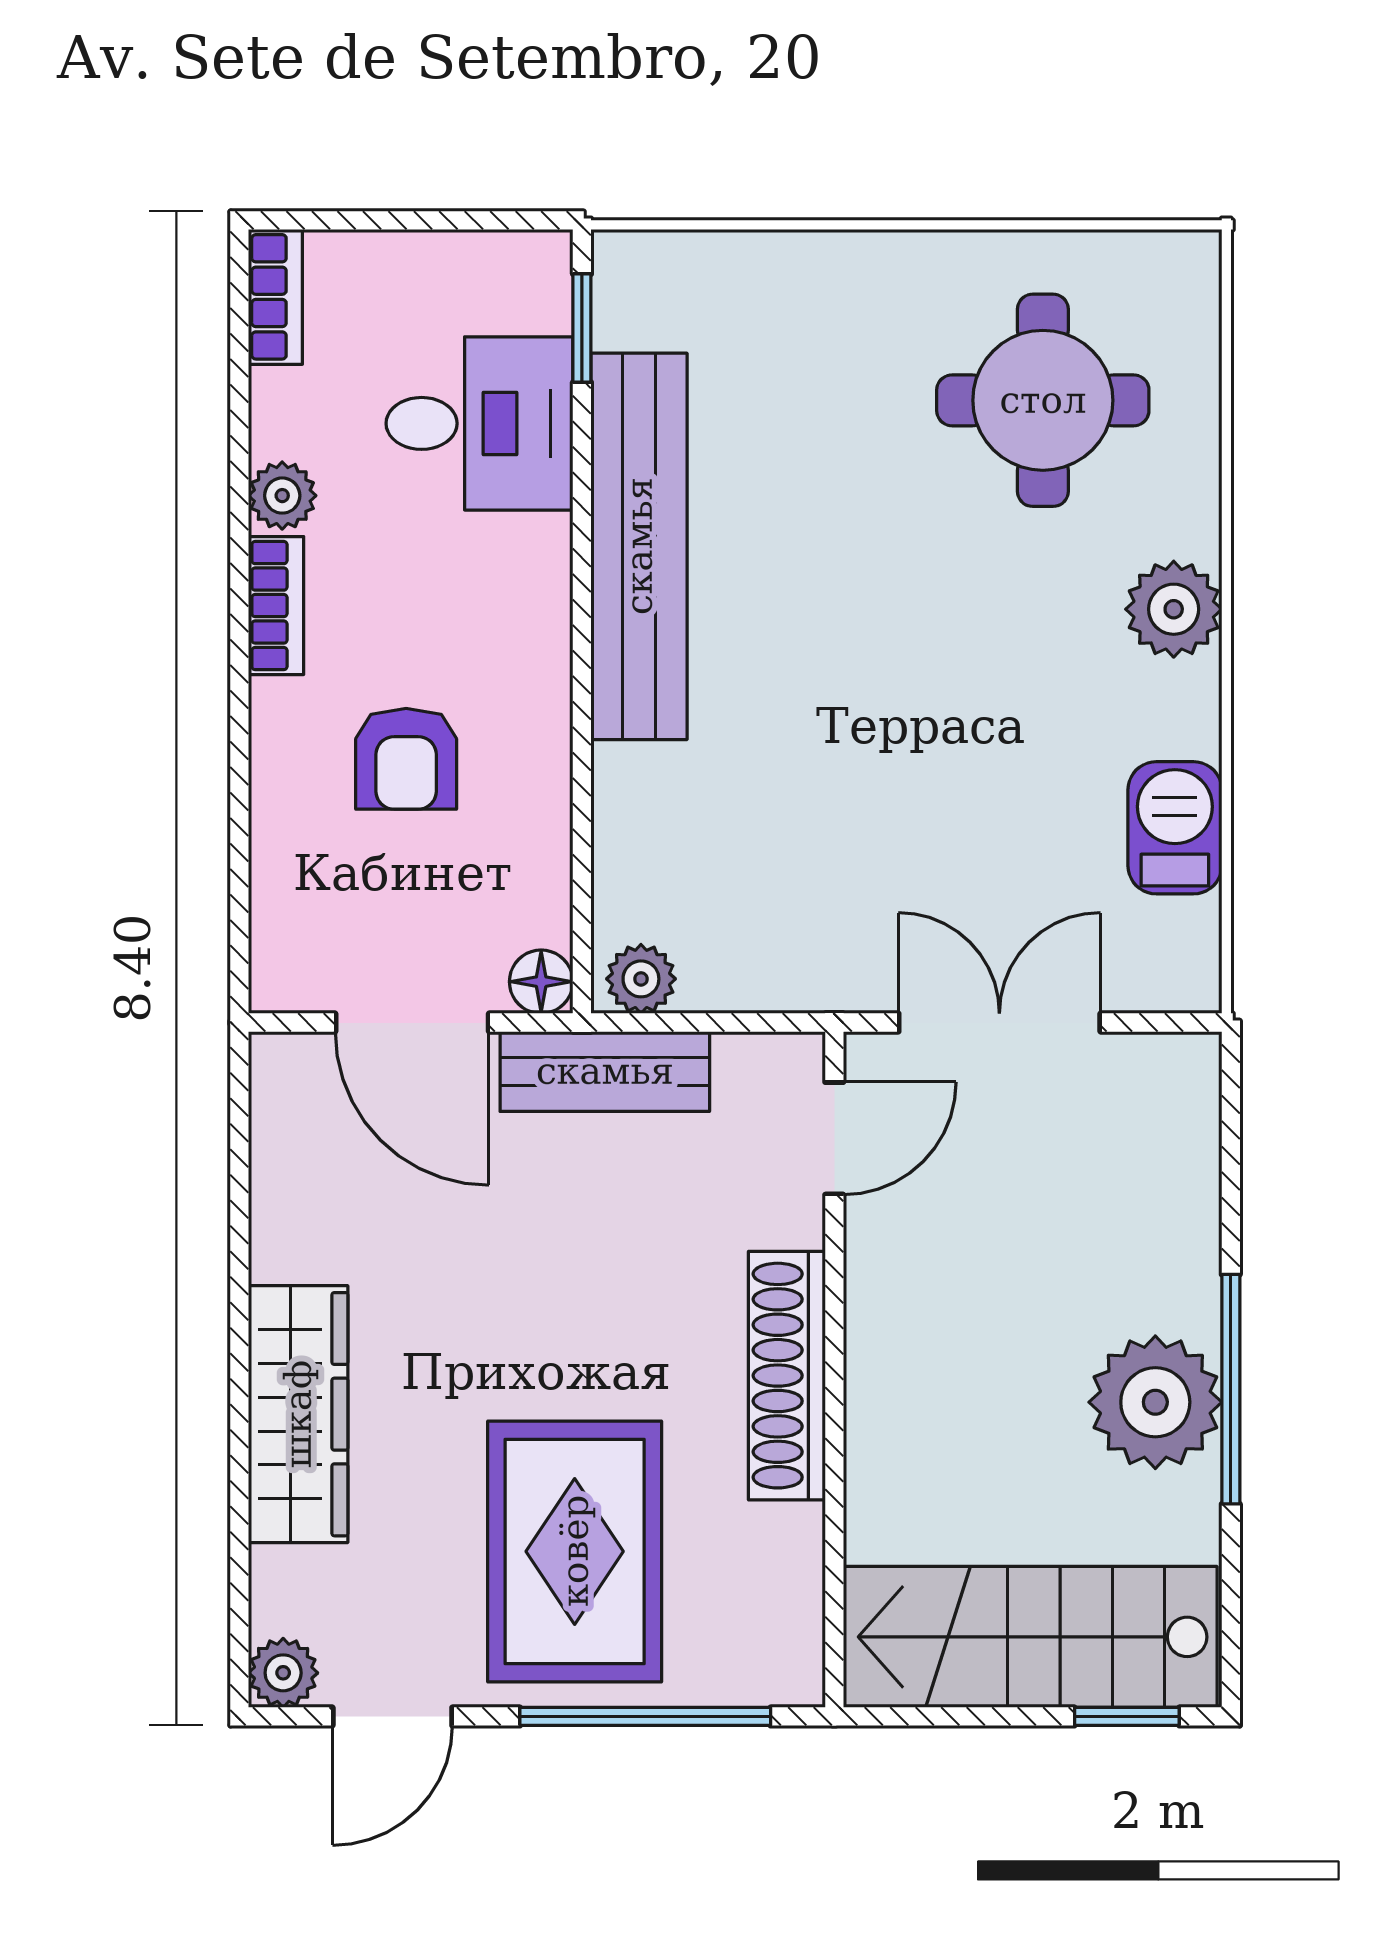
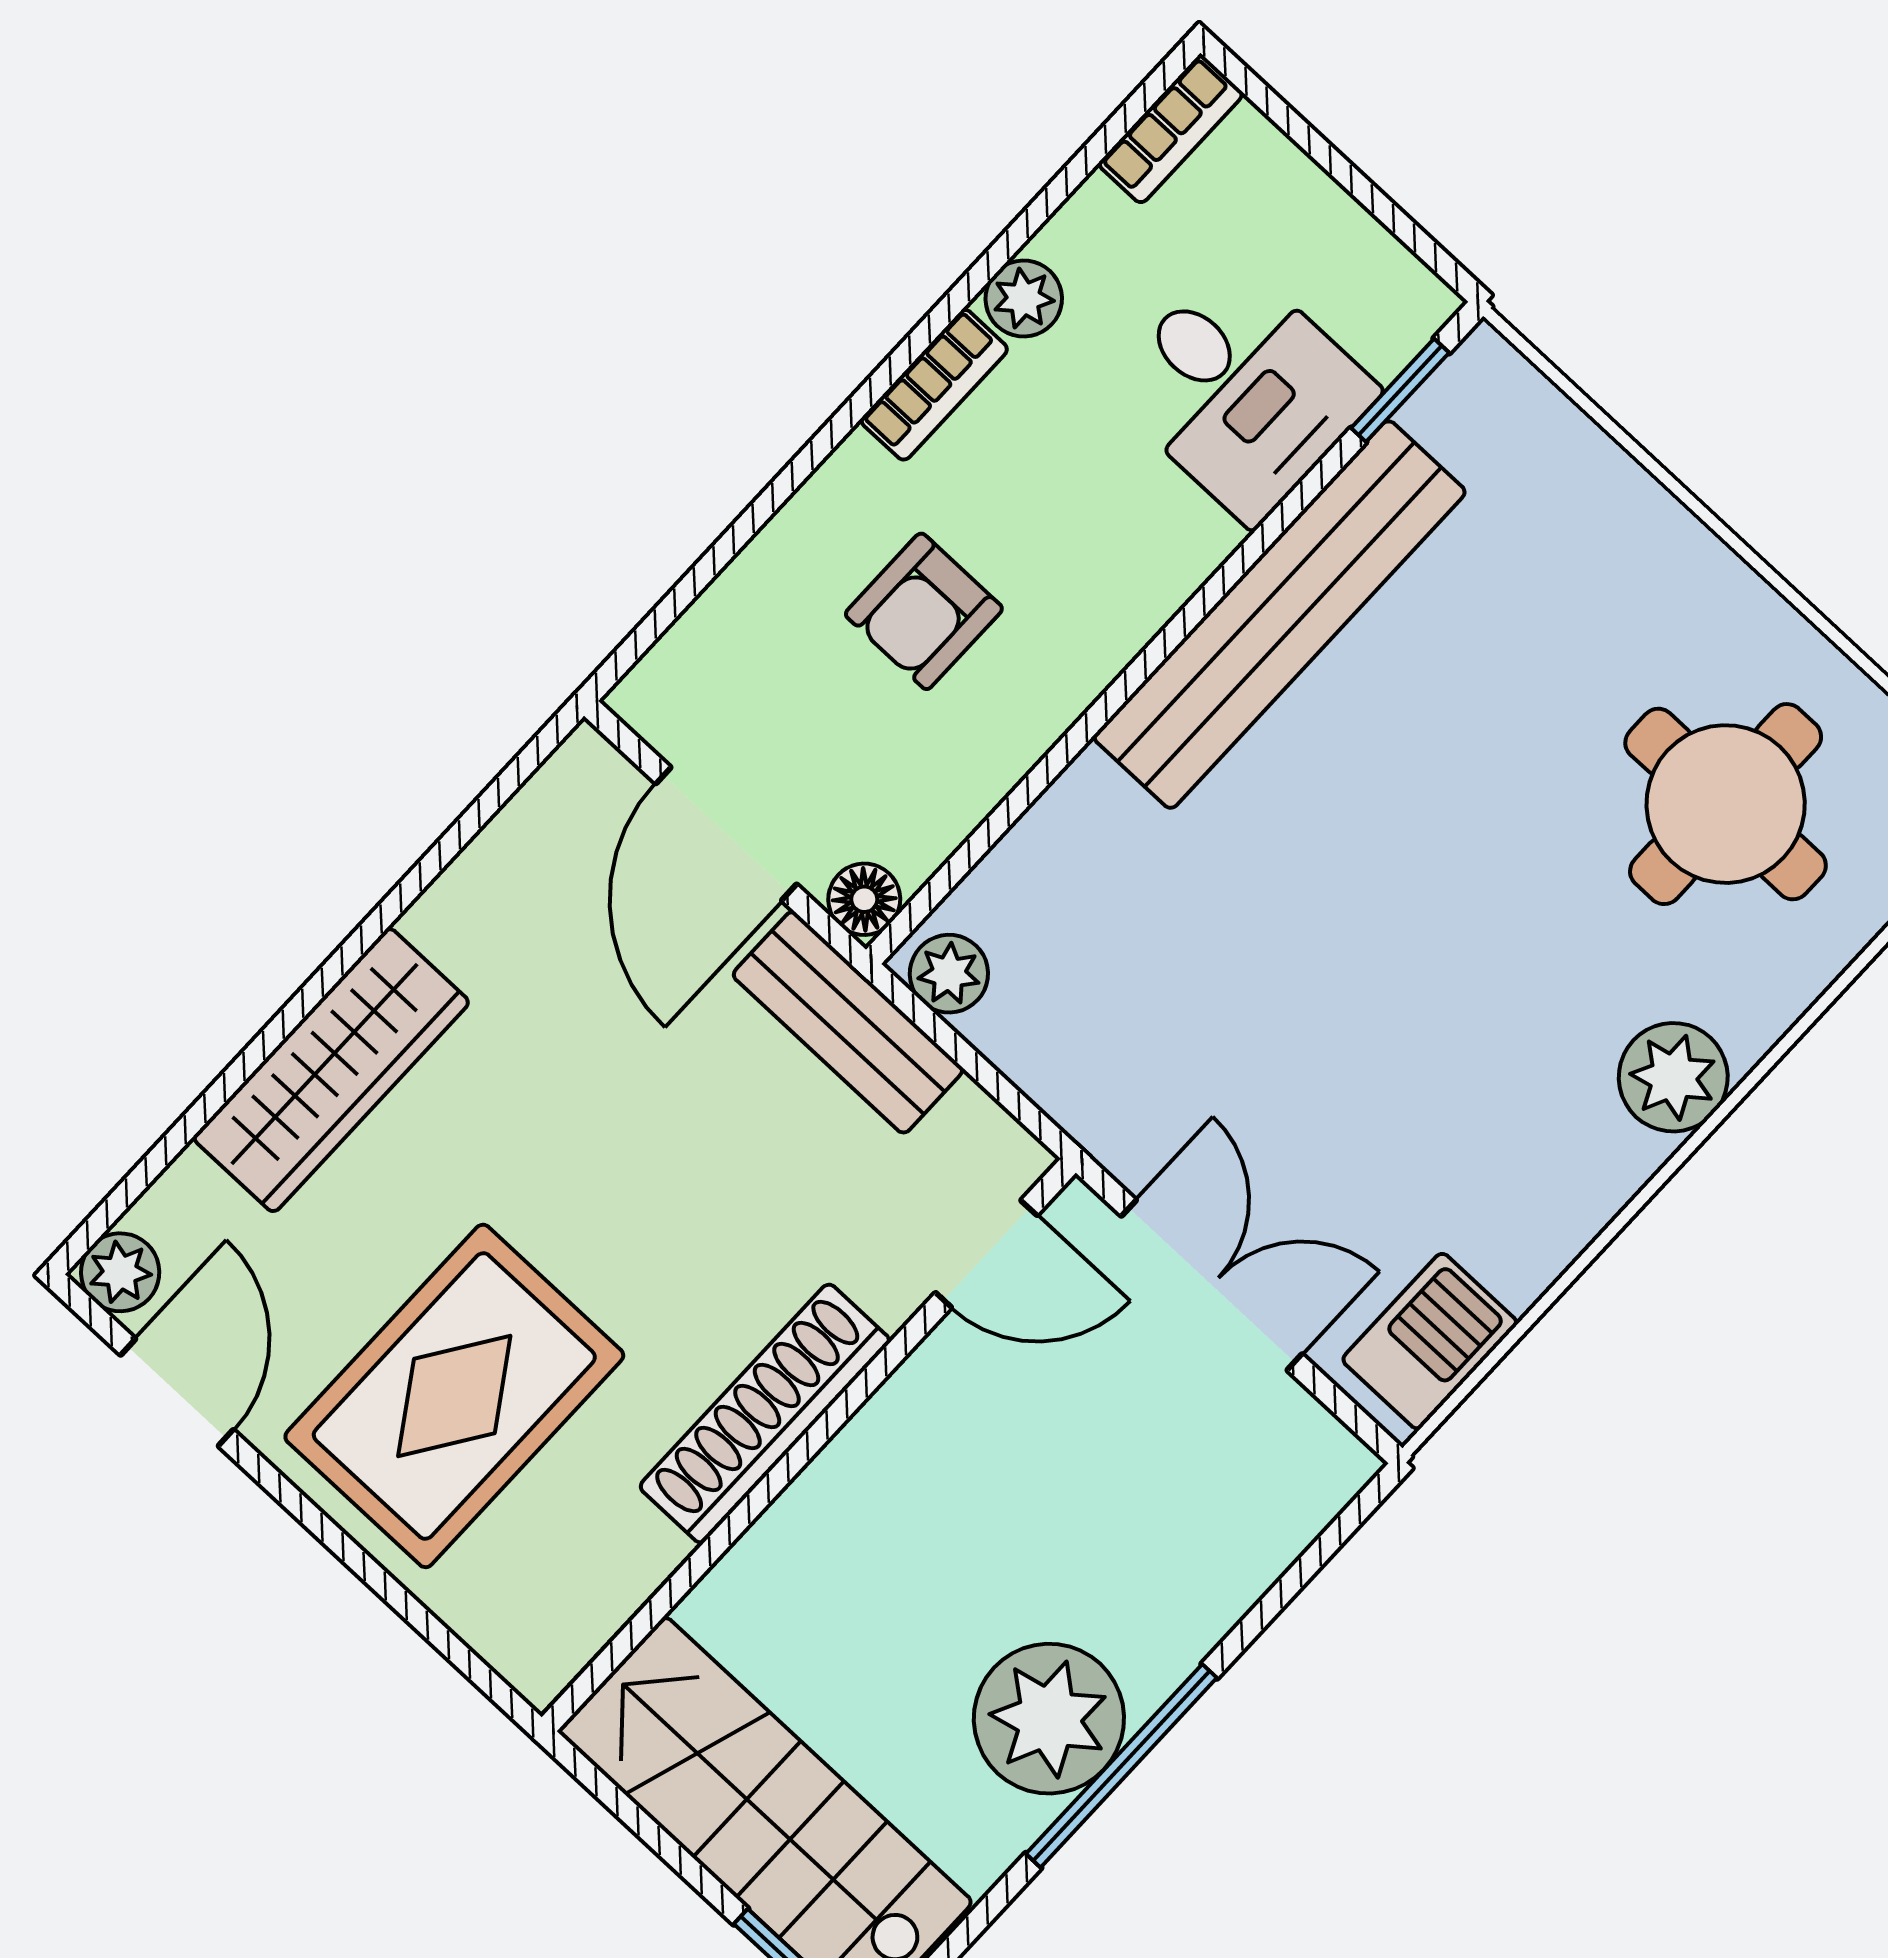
barbecue: (1175, 828) -> (1430, 1341), moved
door: (392, 1716) -> (177, 1392), swing flipped
window: (645, 1716) -> (386, 1587), removed

